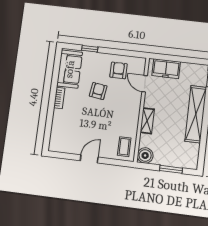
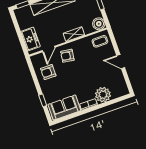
armchair: (98, 91) -> (67, 56), moved
plant: (62, 120) -> (103, 95), added

